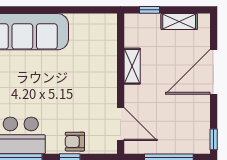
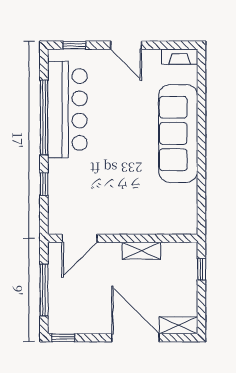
shelving: (179, 22) -> (179, 325), moved, turned 90
armchair: (75, 142) -> (61, 190), removed

